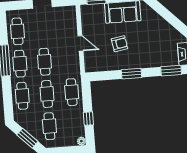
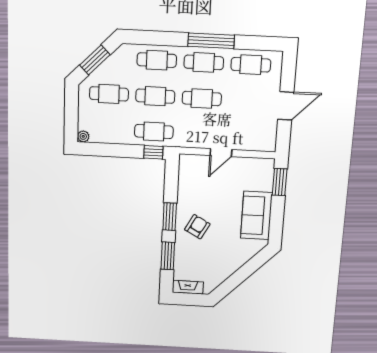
armchair: (120, 44) -> (197, 227), moved, turned -141
window: (171, 71) -> (168, 256), moved
window: (88, 119) -> (153, 152), moved

